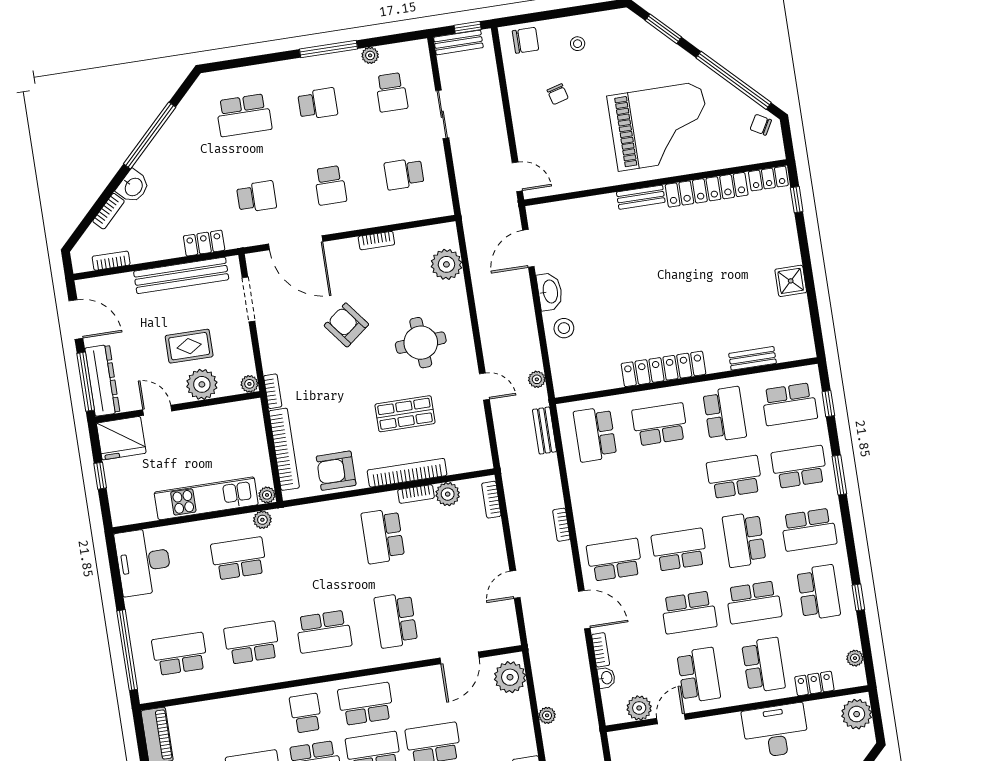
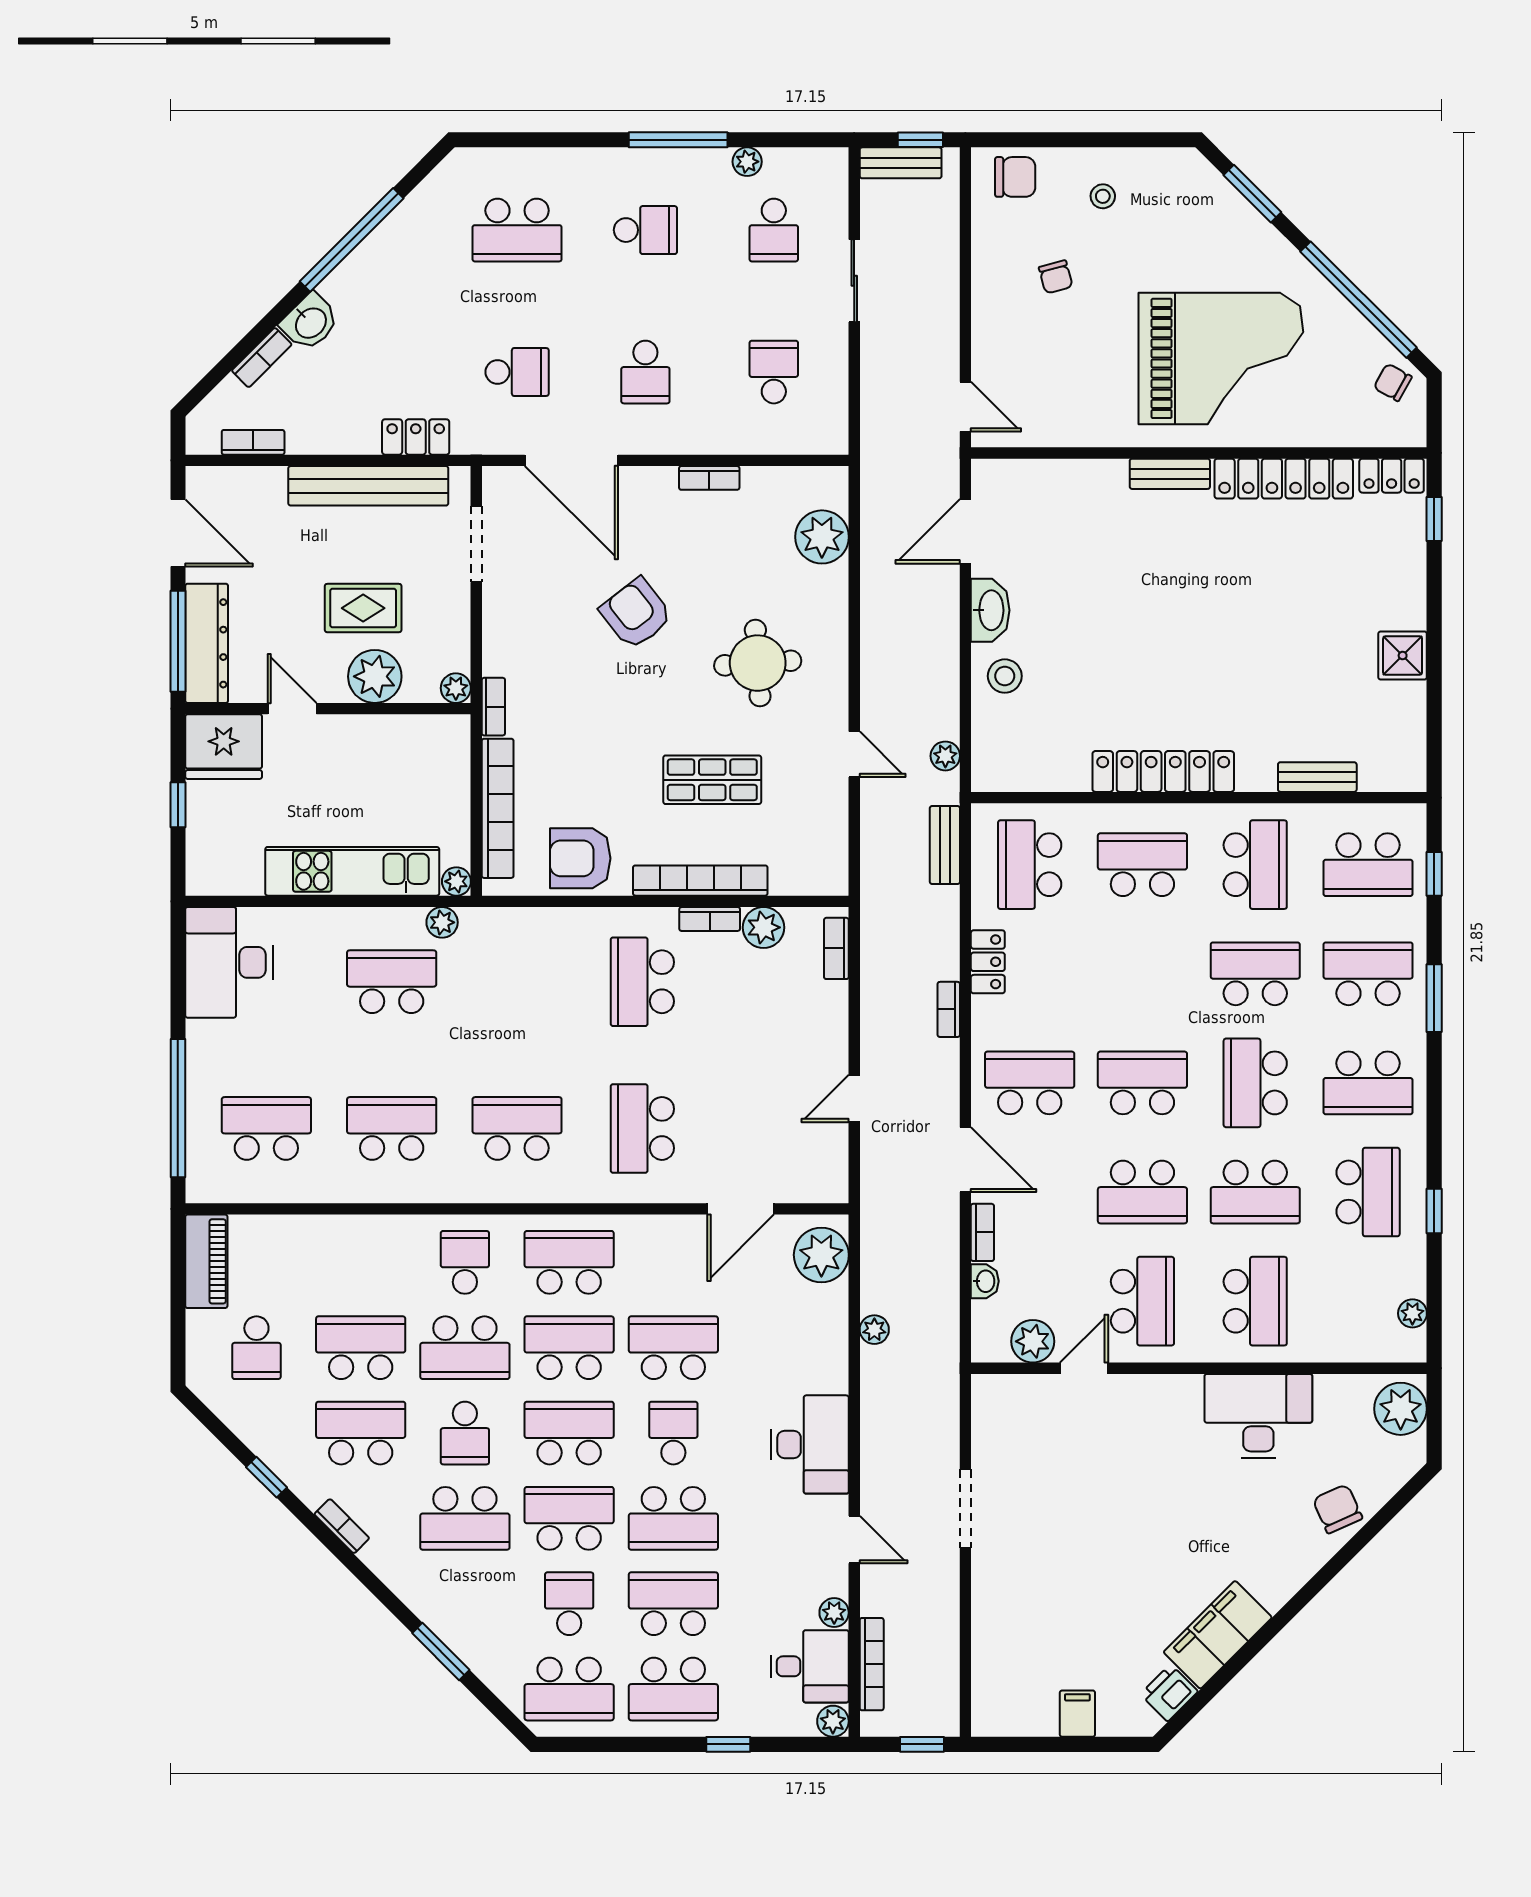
school desk: (404, 174) -> (774, 372), turned 90
school desk: (324, 632) -> (517, 1128), turned 180
locker: (814, 683) -> (988, 962), moved, turned 90

